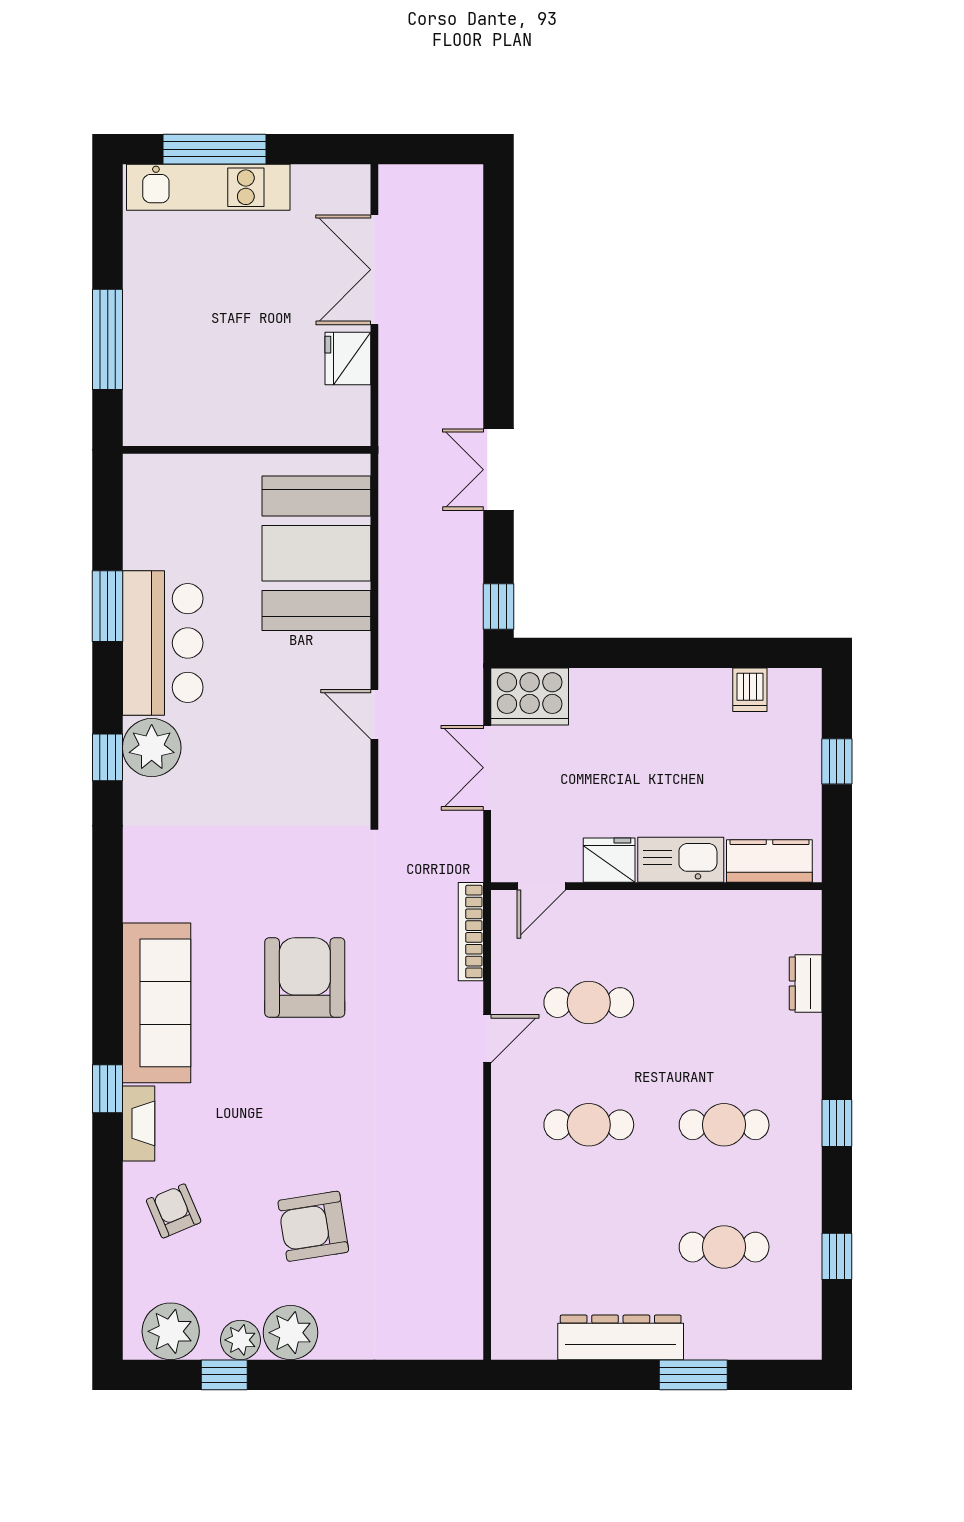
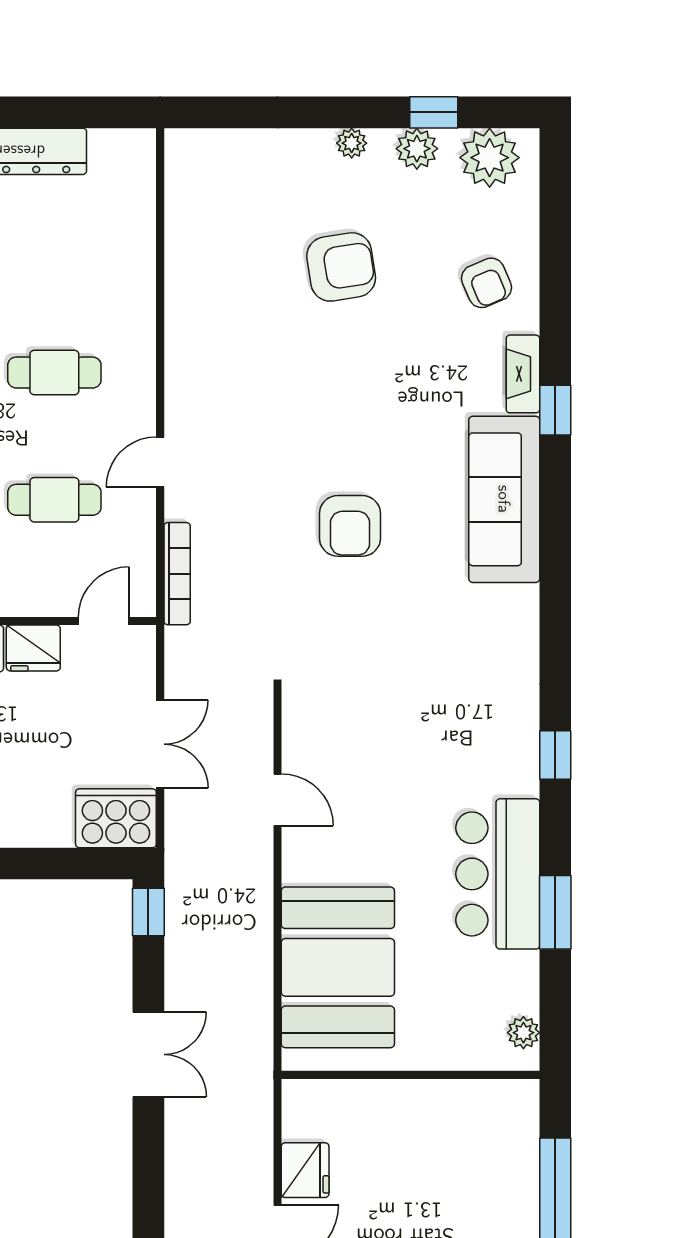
plant: (152, 748) -> (523, 1033), moved, width x0.53, depth x0.53
armchair: (305, 977) -> (350, 526), width x0.73, depth x0.73
plant: (291, 1333) -> (352, 143), width x0.53, depth x0.53

